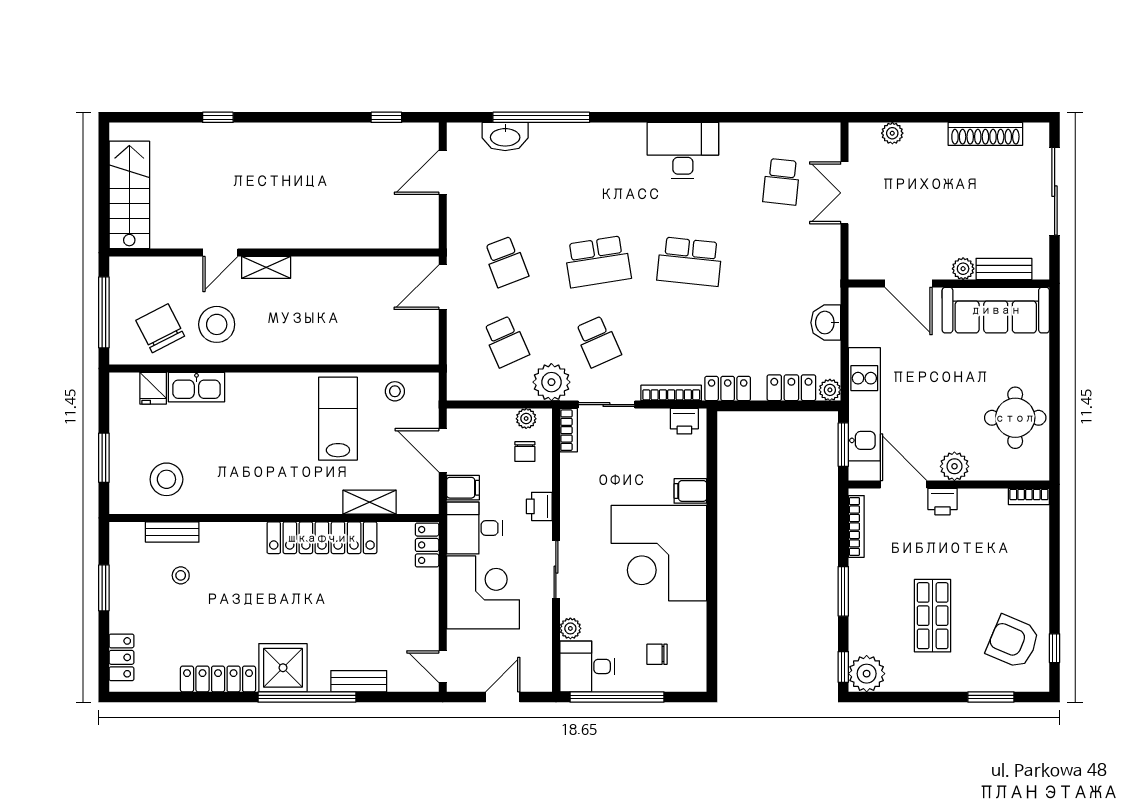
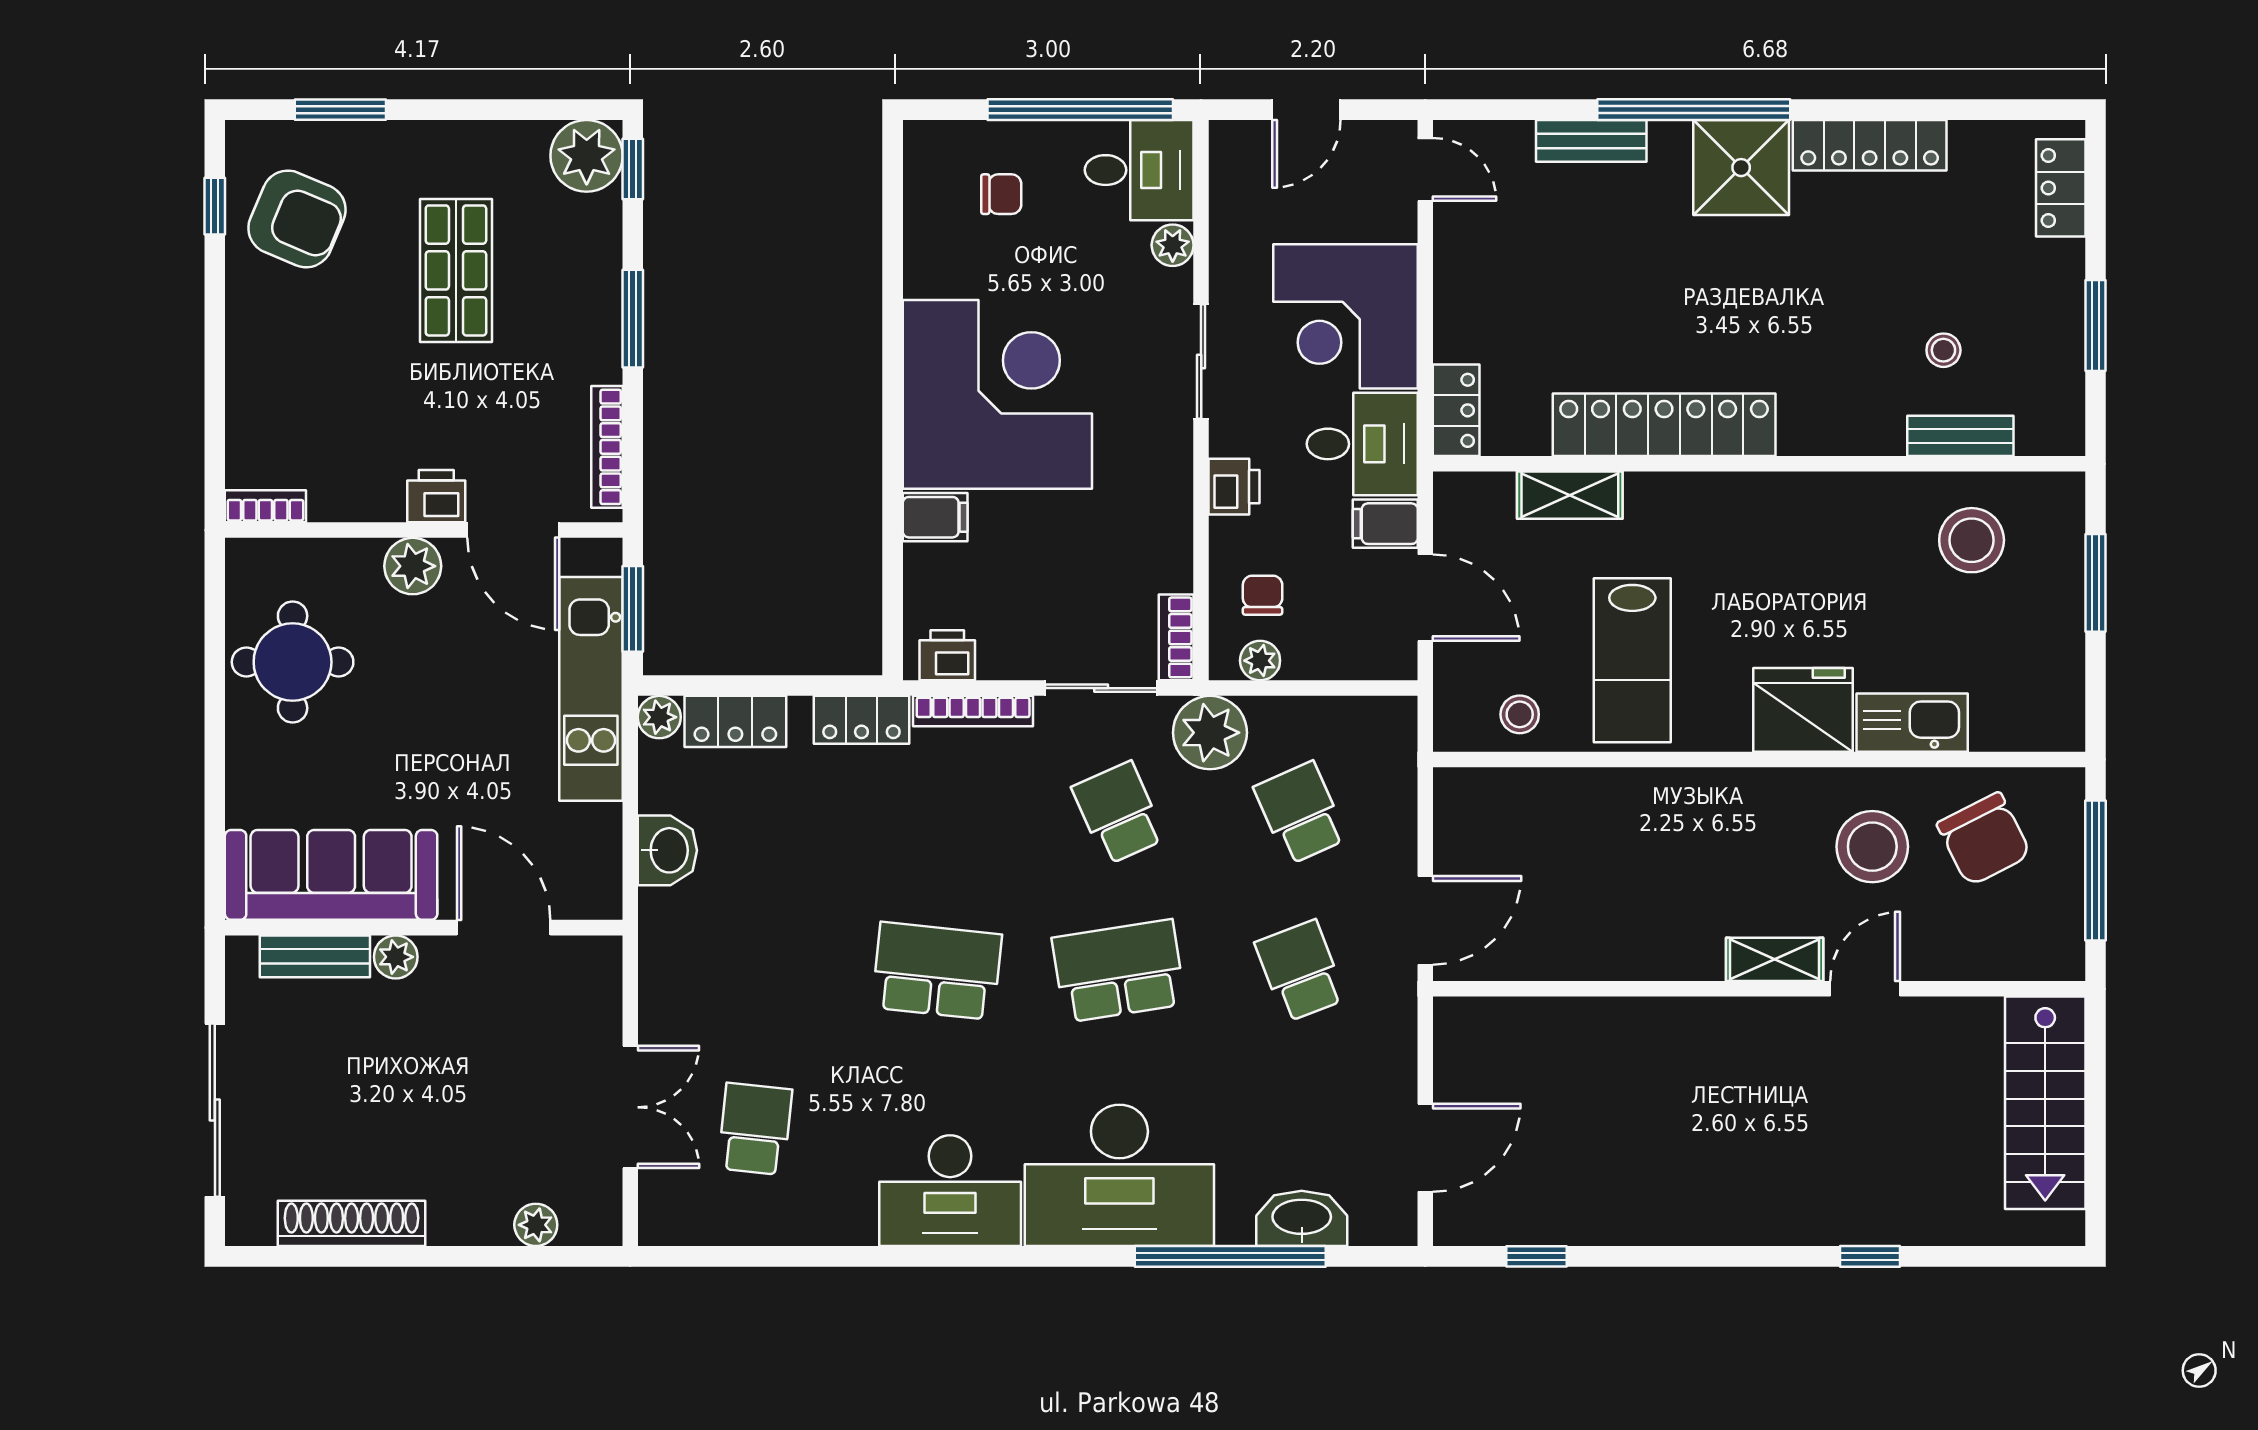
desk: (597, 158) -> (1119, 1175), added
fridge: (153, 388) -> (1803, 710), moved, width x1.88, depth x1.34

